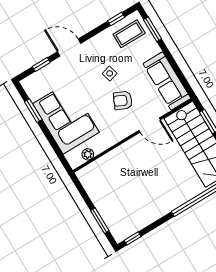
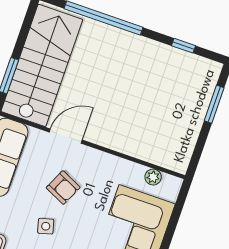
door: (150, 125) -> (66, 136), hinge flipped
window: (133, 238) -> (183, 46), moved

